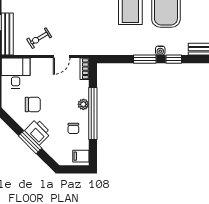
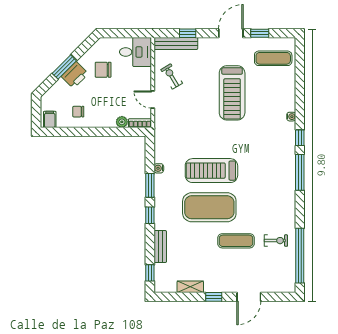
water cooler: (160, 51) -> (159, 168), moved
chair: (33, 104) -> (103, 70), turned 90
plant: (83, 104) -> (122, 122), moved
window: (93, 114) -> (94, 132), removed

